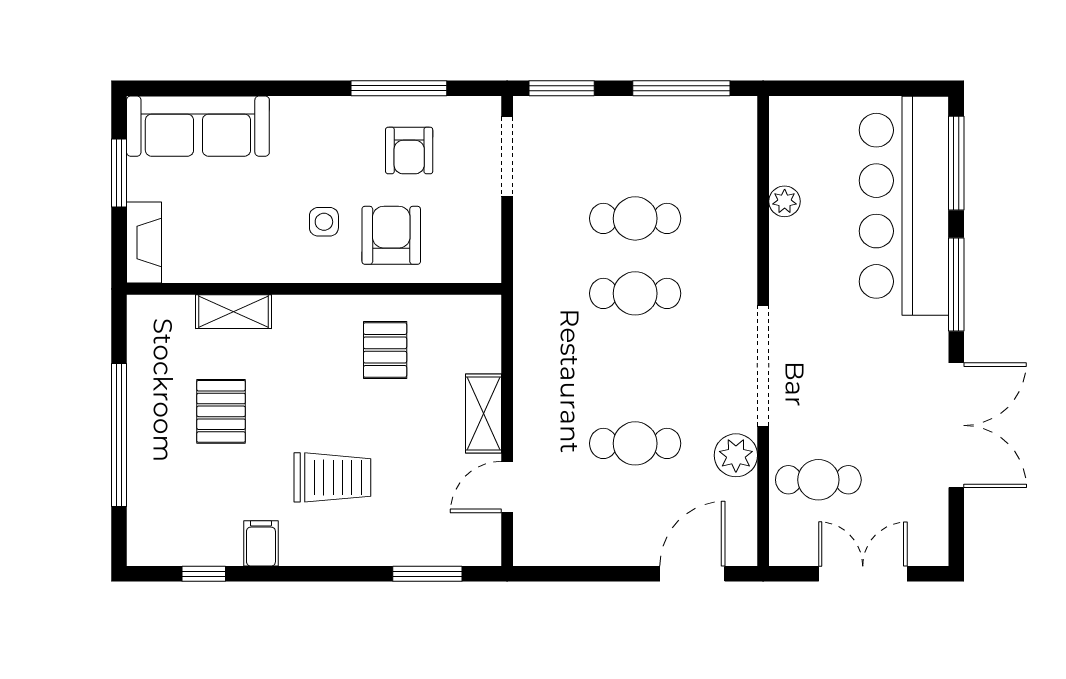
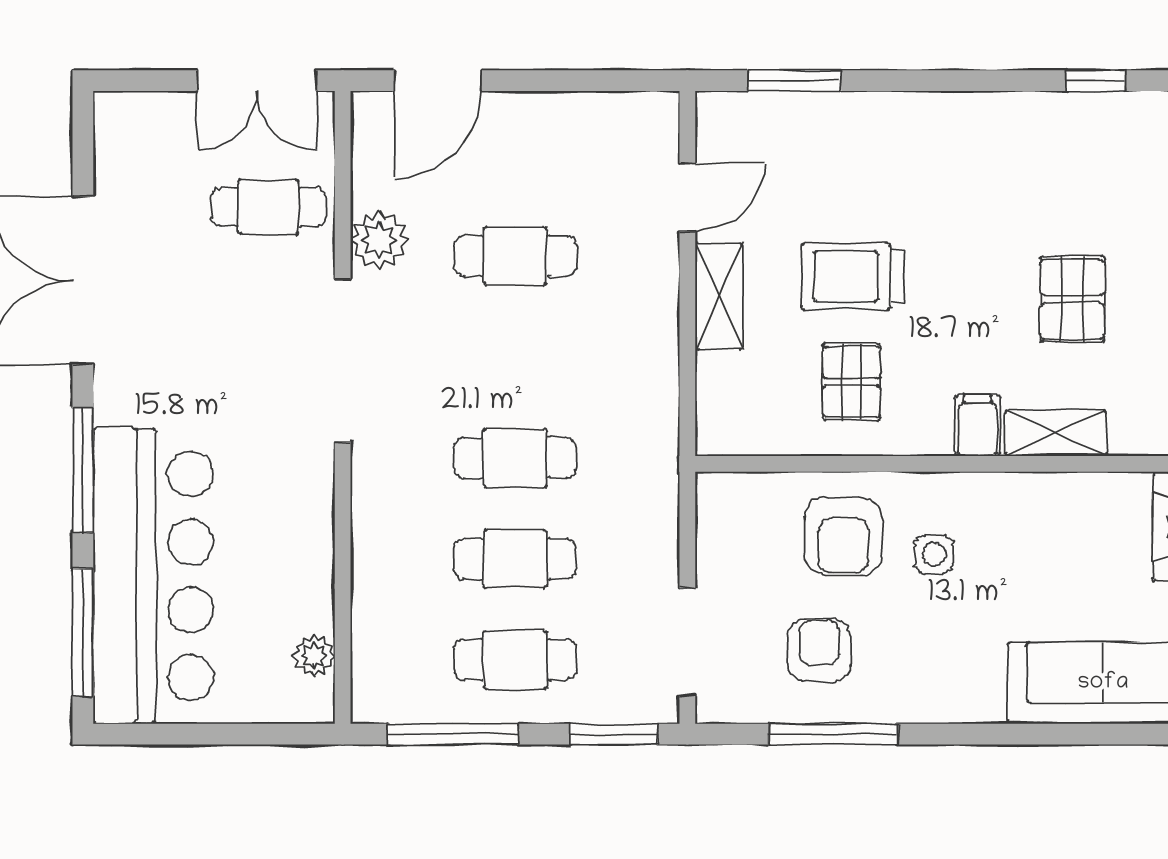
cafe table: (635, 143) -> (515, 660), added
plant: (785, 201) -> (314, 656), moved
trolley: (332, 477) -> (853, 276), moved
filing cabinet: (261, 543) -> (978, 426), moved, turned 180
double door: (863, 574) -> (257, 81), moved

